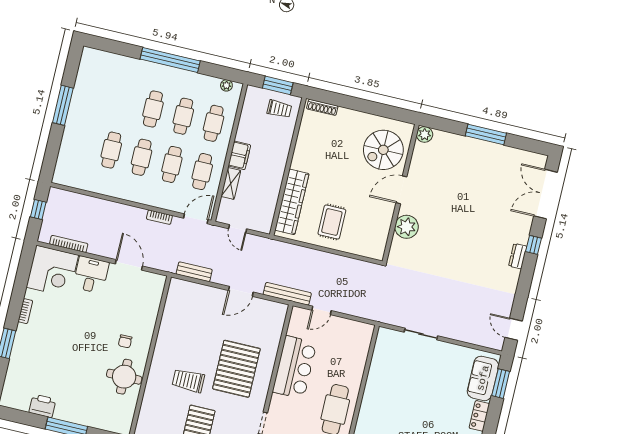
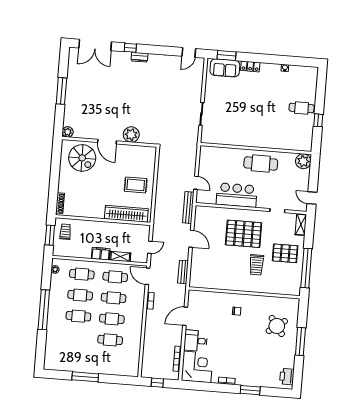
round table: (124, 377) -> (277, 326), moved, turned -36
printer: (42, 406) -> (287, 377), moved

